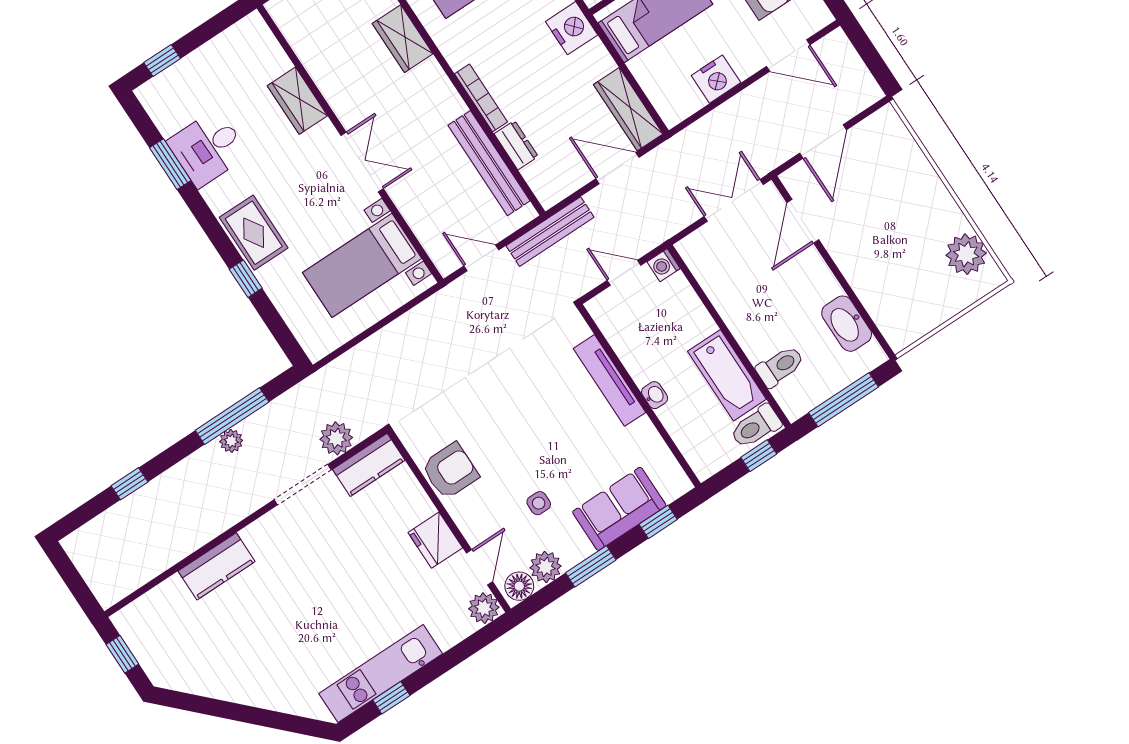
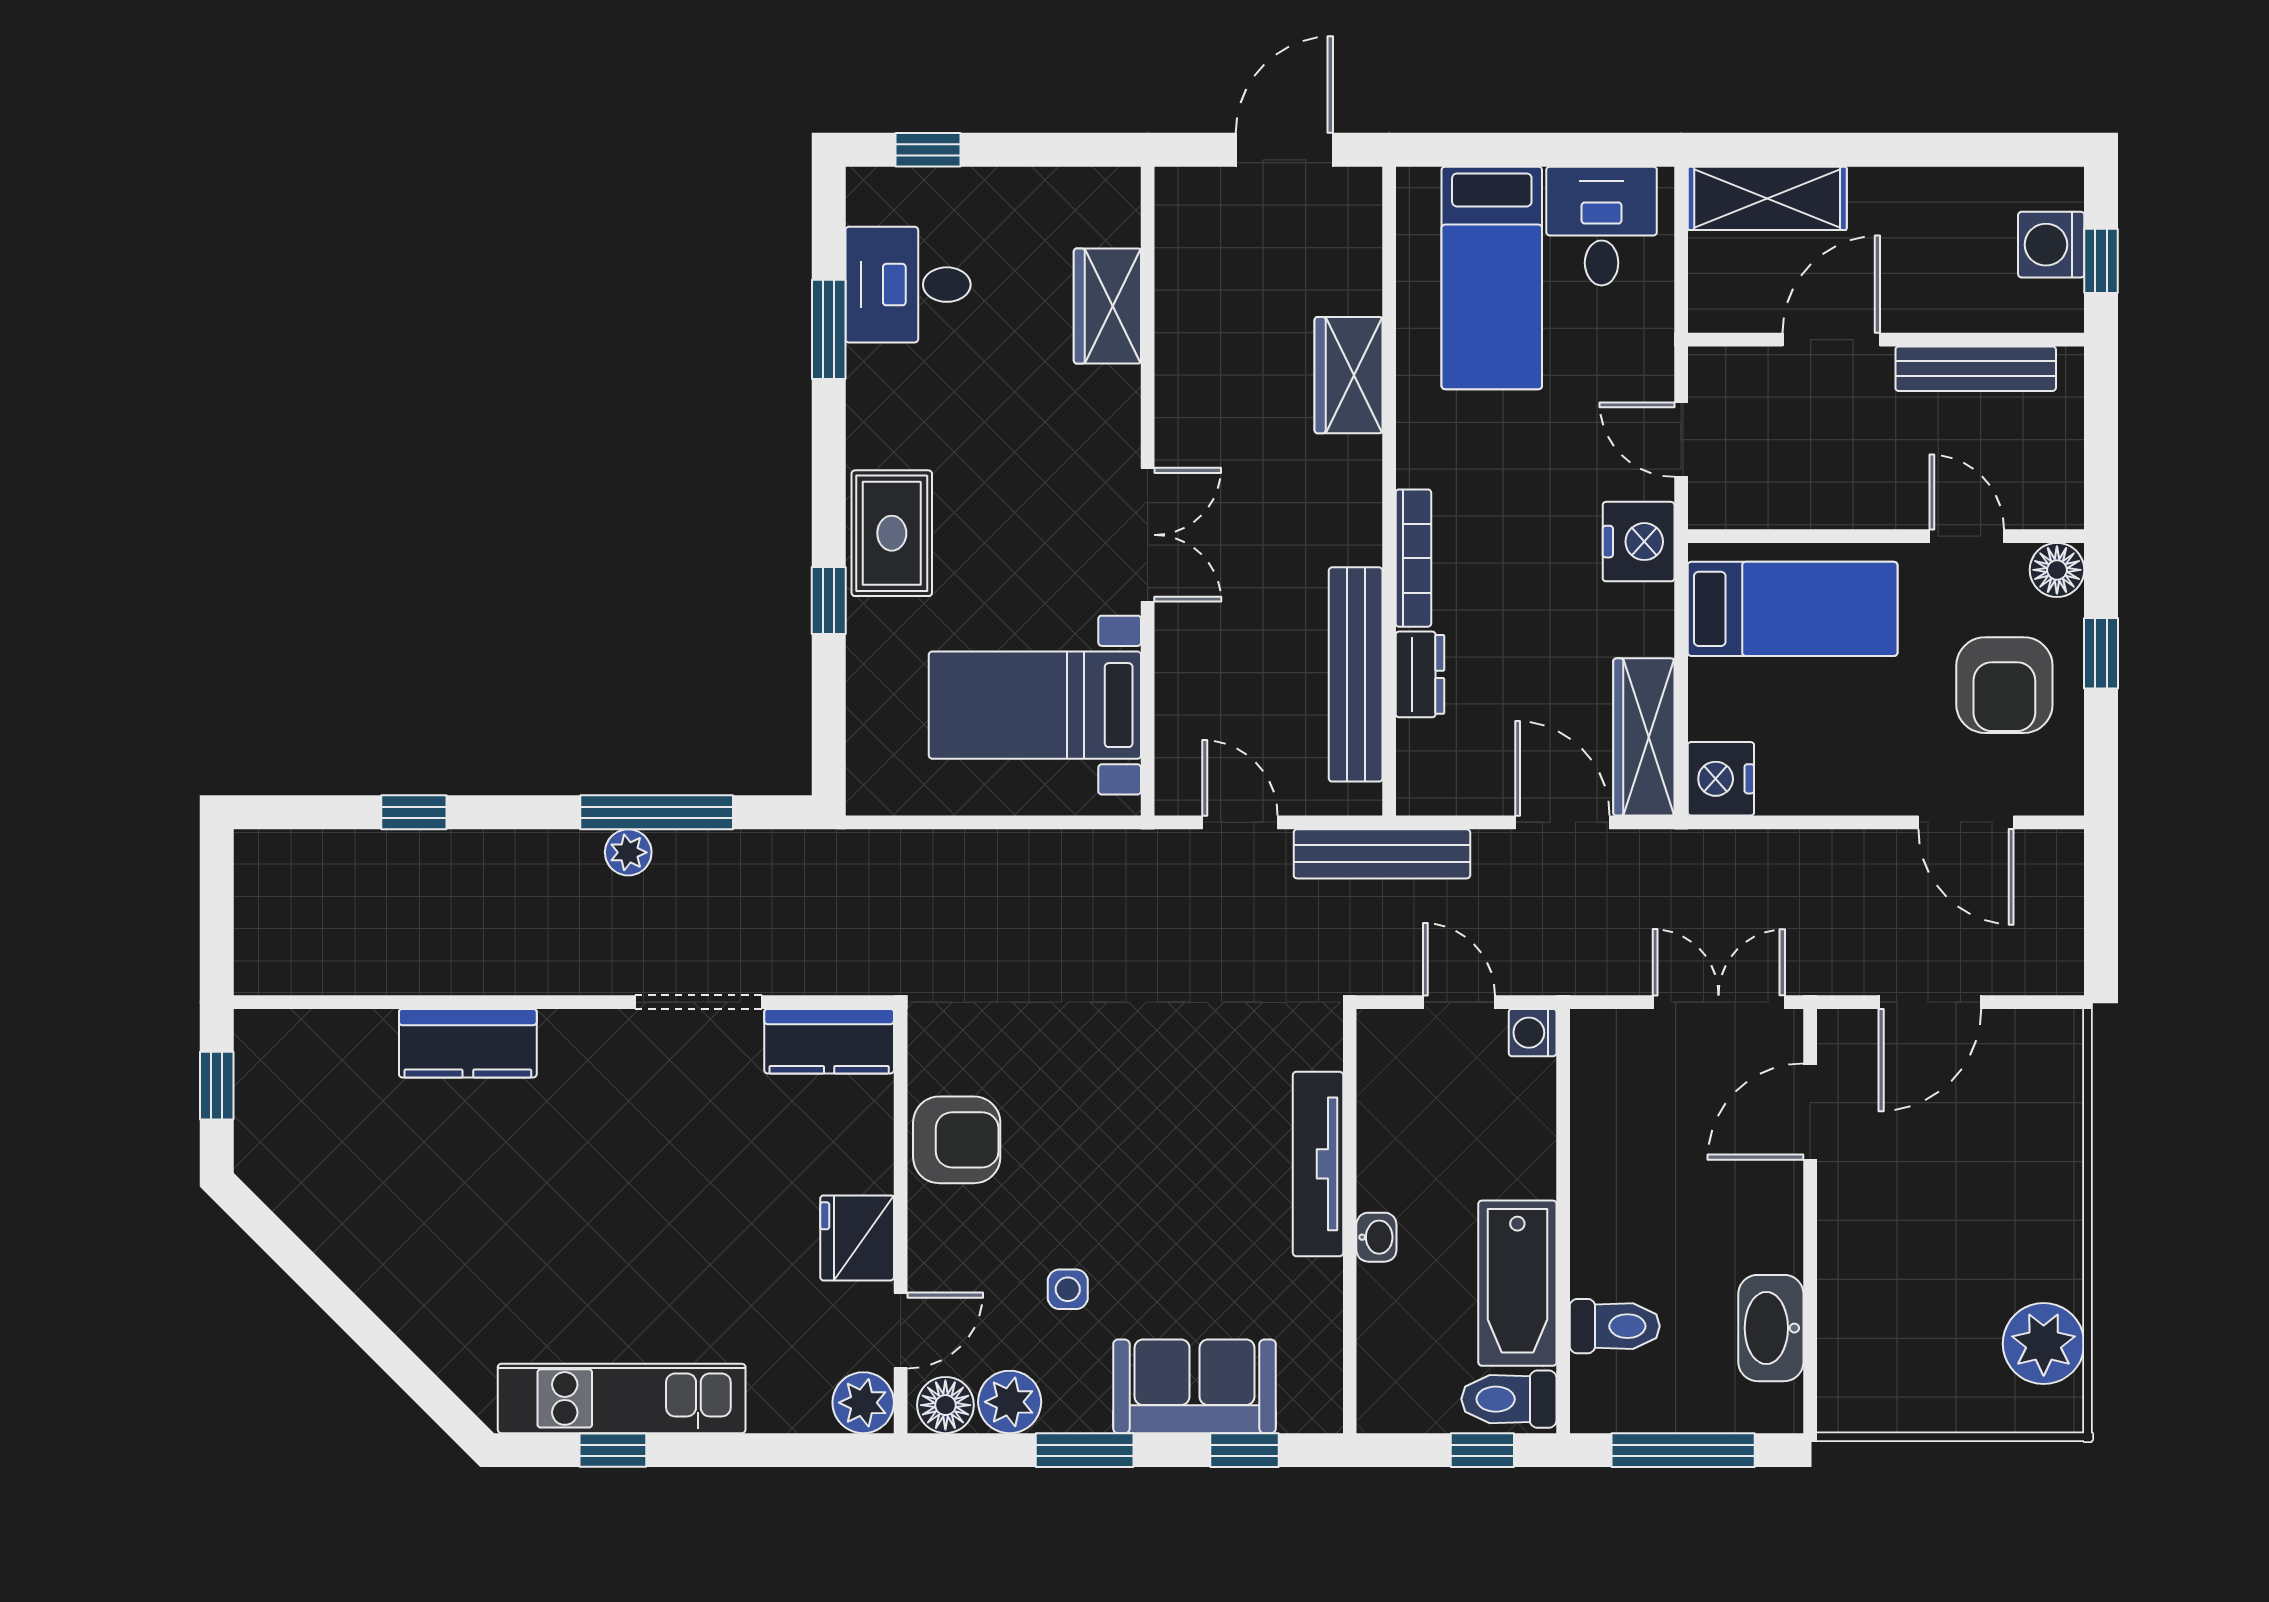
nightstand: (716, 79) -> (1721, 779), moved, turned 90
wardrobe: (297, 101) -> (1107, 306), moved
desk: (208, 148) -> (908, 285), moved
plant: (336, 438) -> (804, 962), removed

